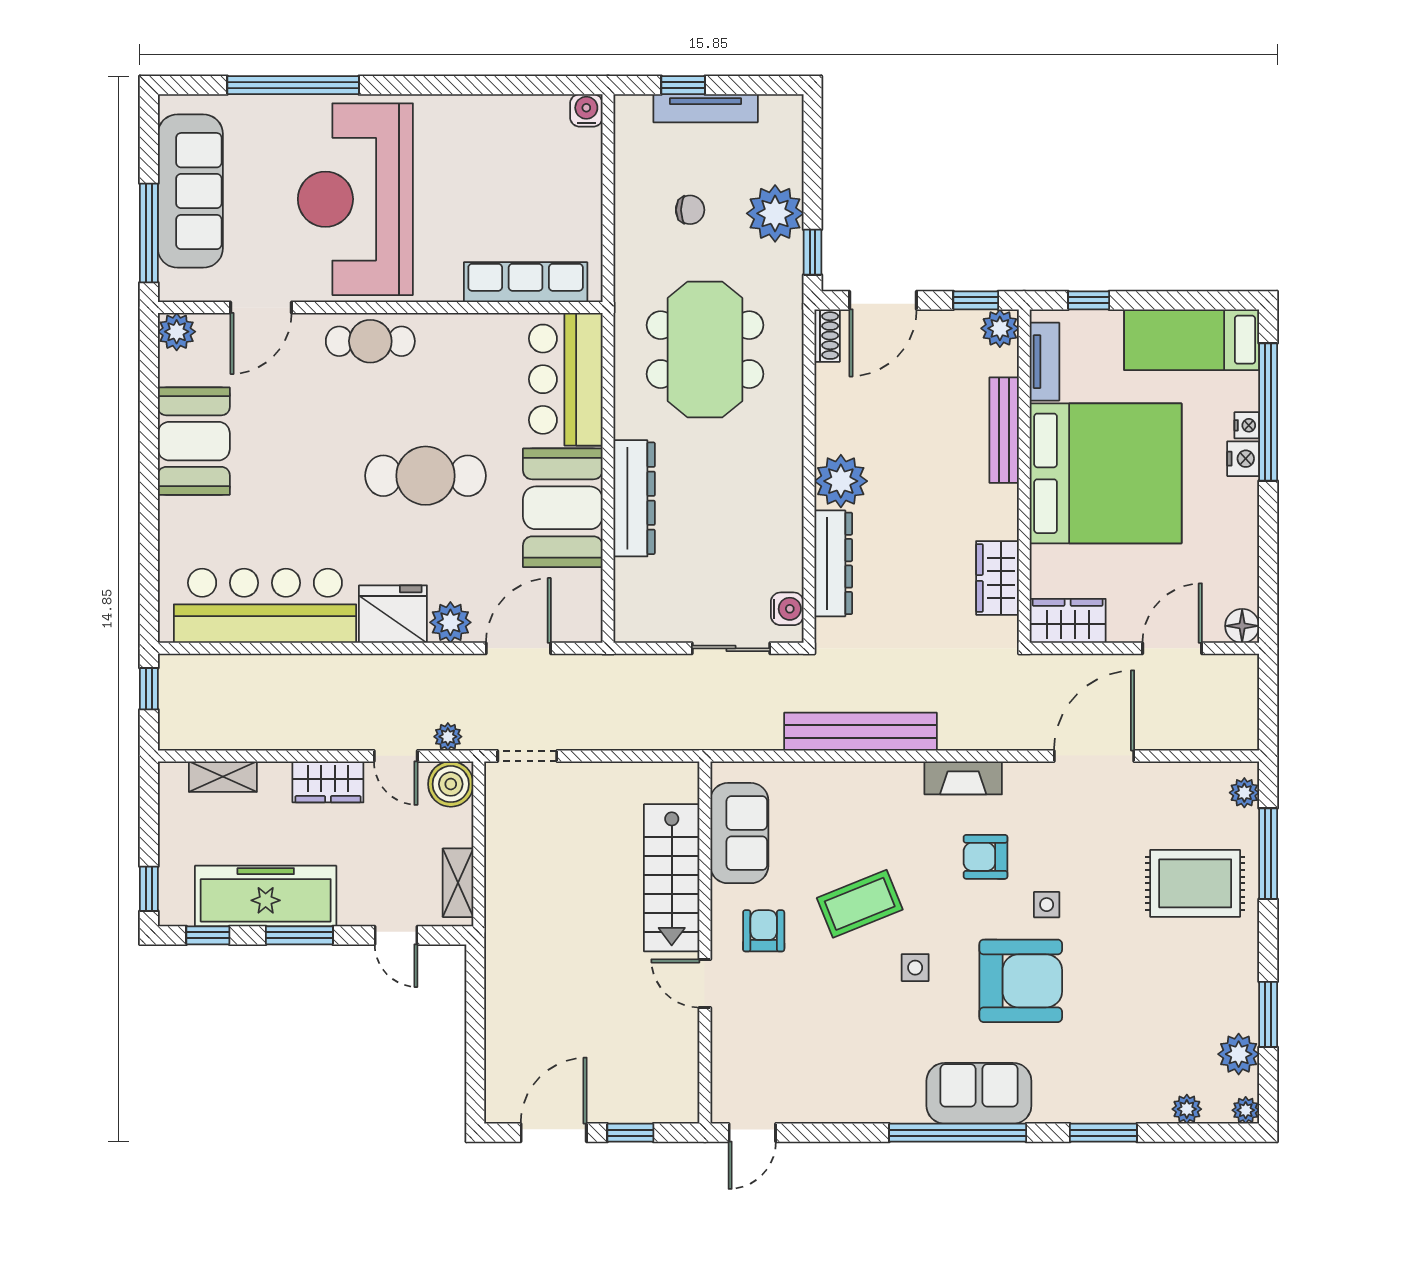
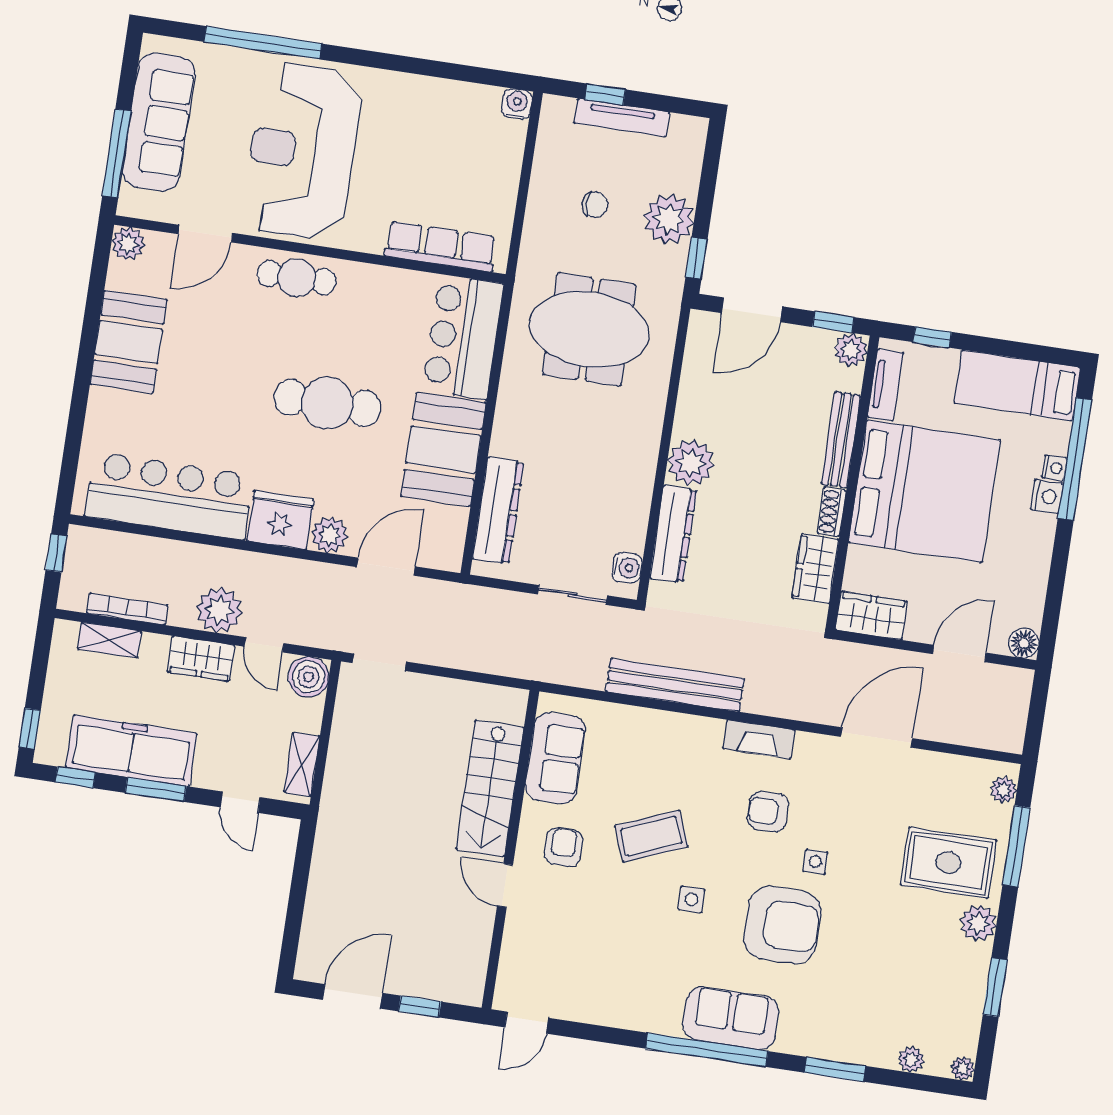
shoe rack: (827, 336) -> (832, 512), moved, turned 180
meeting table: (705, 350) -> (589, 329), turned 90
dresser: (634, 498) -> (498, 510), moved
plant: (448, 737) -> (219, 610), moved, width x1.87, depth x1.87
bookcase: (237, 739) -> (127, 609), added
plant: (1239, 1054) -> (978, 923), moved

